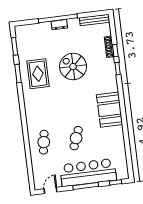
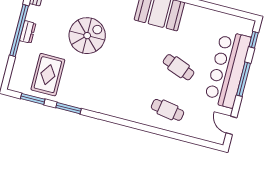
spiral stairs: (73, 67) -> (87, 36), turned 180
rug: (38, 74) -> (48, 75), moved, turned 90

